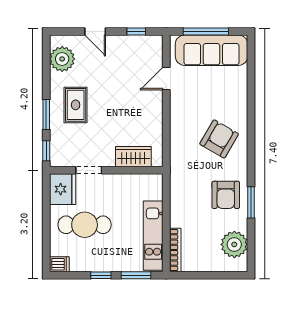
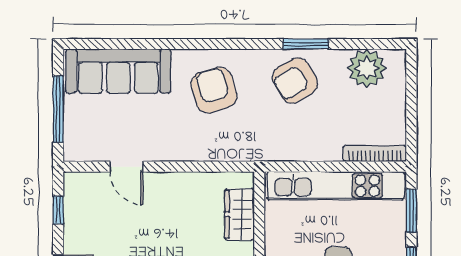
sofa: (212, 50) -> (118, 71), moved, turned 90
armchair: (219, 139) -> (214, 90), turned 43
armchair: (226, 195) -> (295, 81), turned 149
kitchen unit: (153, 236) -> (336, 186), width x1.36

